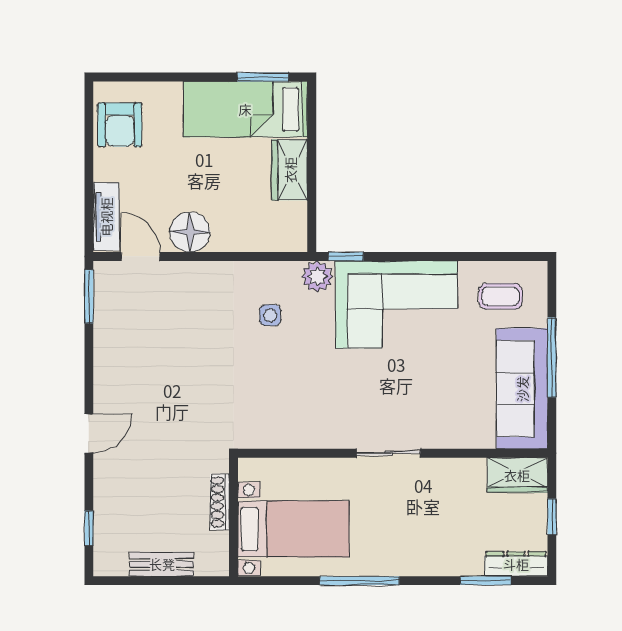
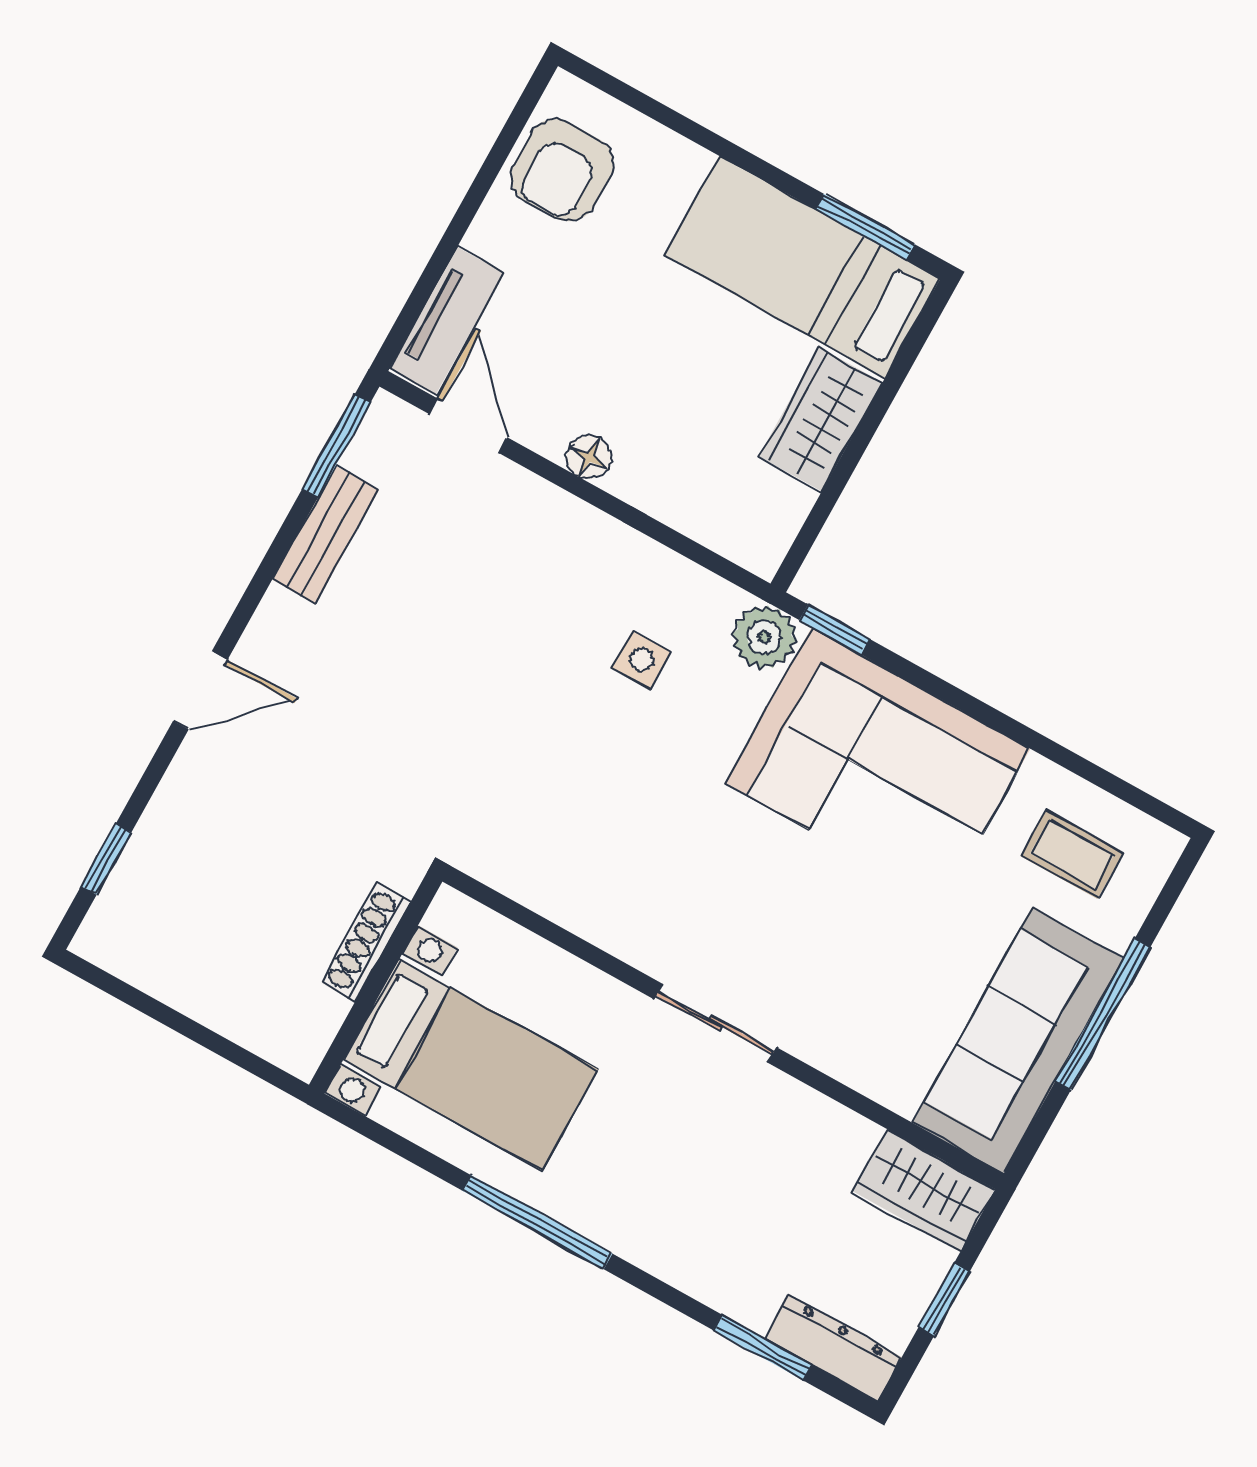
floor lamp: (190, 232) -> (589, 457), width x0.53, depth x0.53
bench: (162, 564) -> (325, 535), moved, turned 90

